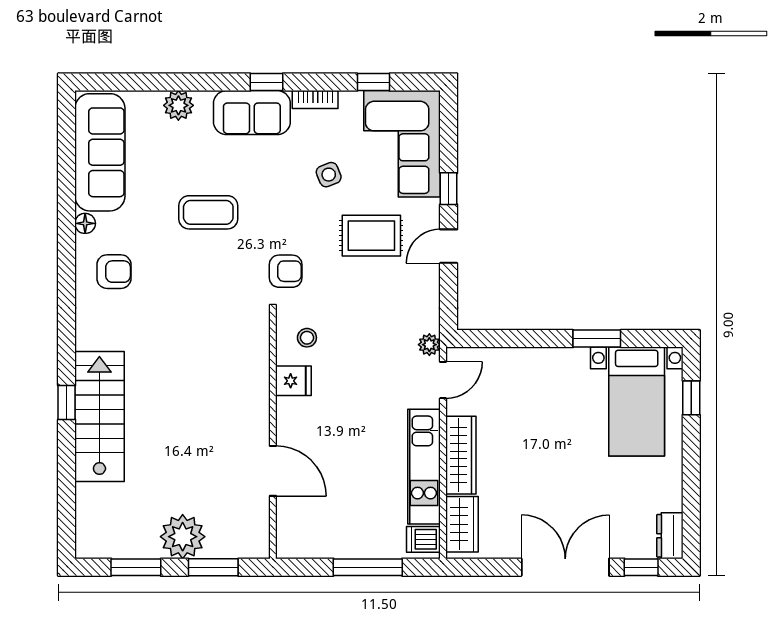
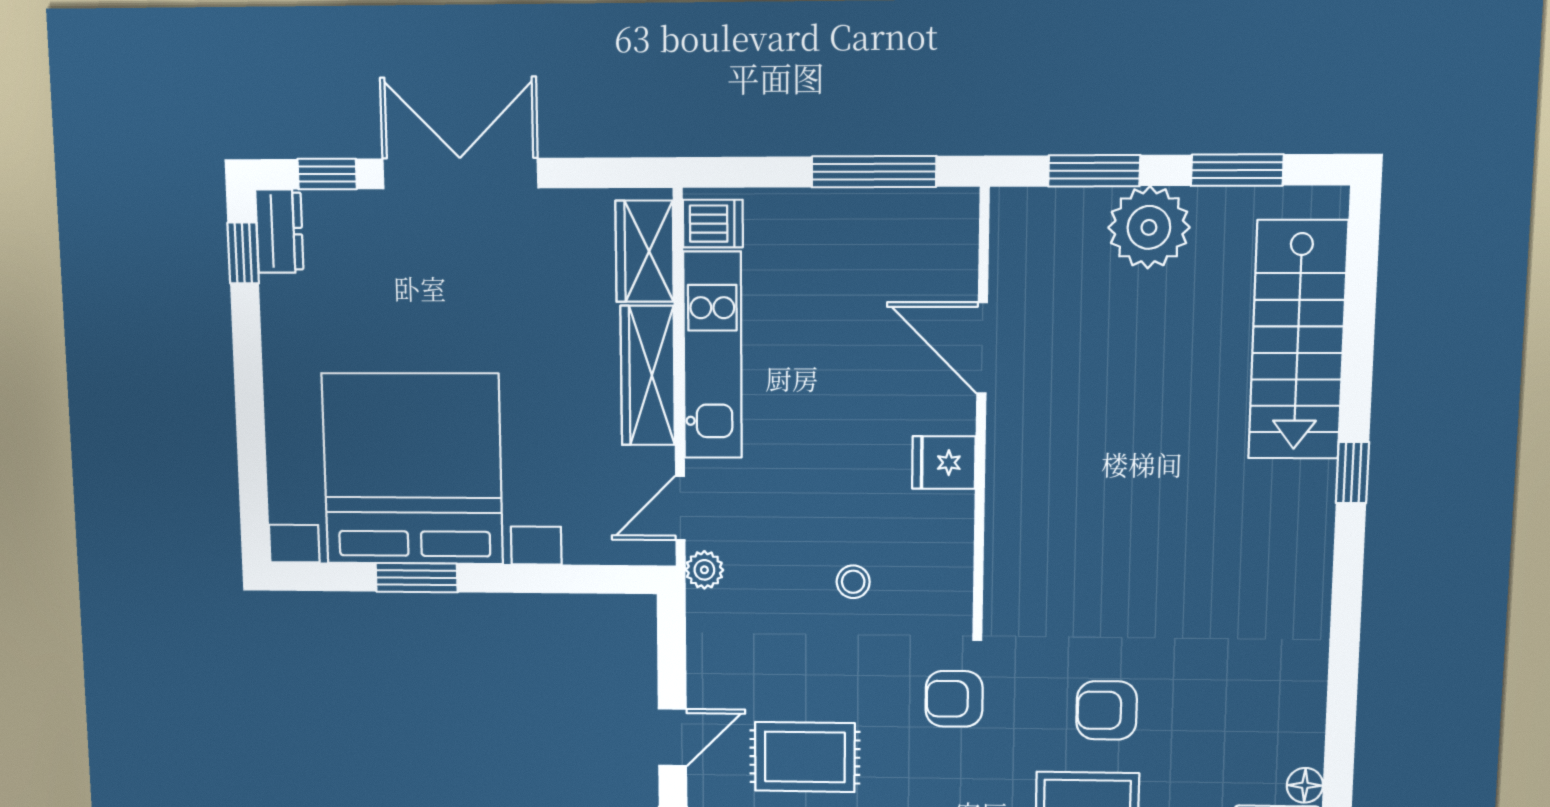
armchair: (114, 272) -> (1107, 710), moved
stool: (307, 338) -> (853, 582), moved
fridge: (293, 381) -> (944, 463), moved
window: (691, 398) -> (243, 253), moved
bed with nightstands: (637, 402) -> (413, 469), width x1.85
stairs: (99, 416) -> (1298, 340), moved
window: (368, 567) -> (874, 172), moved
double door: (565, 567) -> (460, 173), swing flipped

